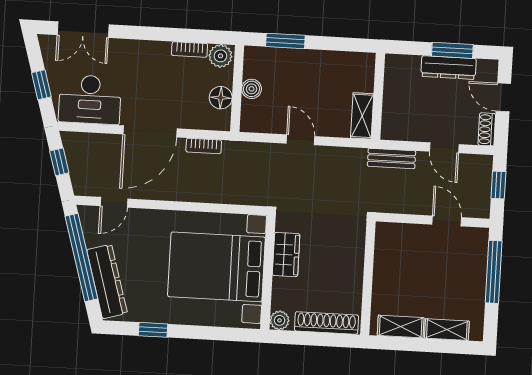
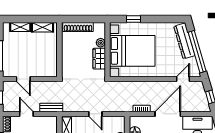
plant: (280, 320) -> (101, 43), moved
window: (153, 330) -> (133, 19), moved

